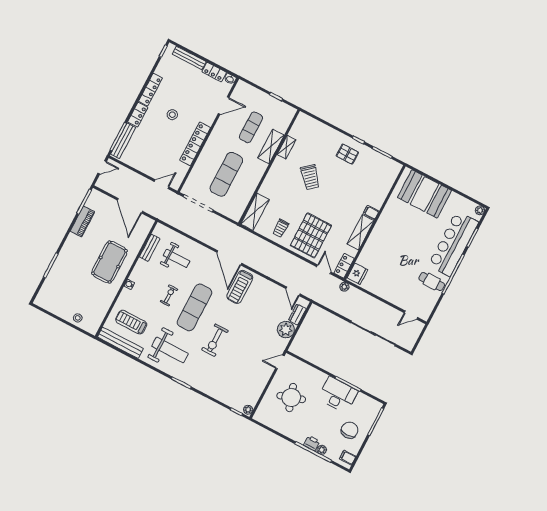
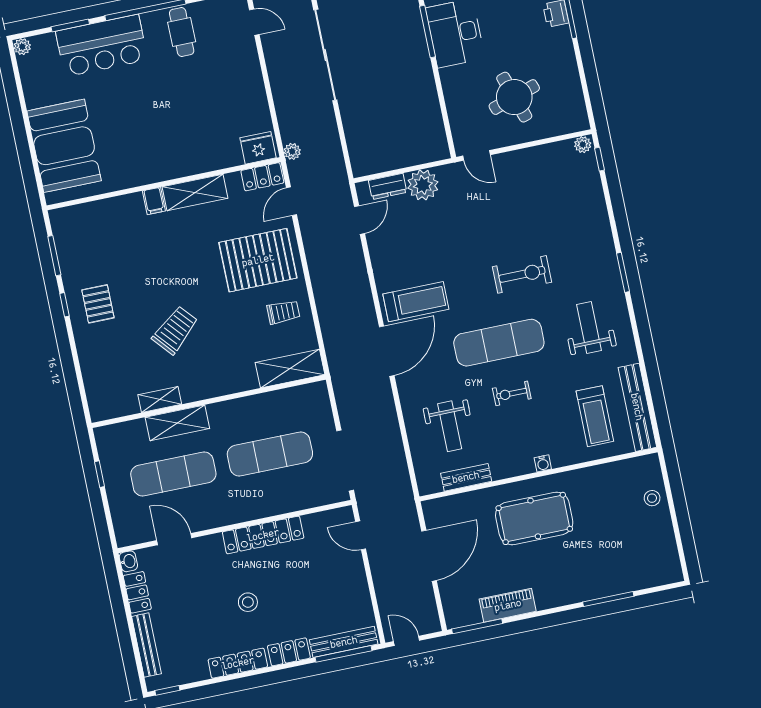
exercise mat: (251, 127) -> (173, 474), width x1.36, depth x1.45
bar counter: (453, 244) -> (102, 46), width x0.73
weight bench: (177, 258) -> (450, 426), turned 180
weight bench: (170, 350) -> (589, 328), width x0.73, depth x0.75

